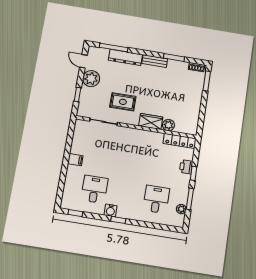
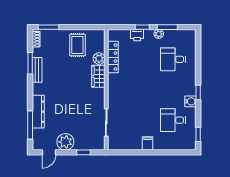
bench: (155, 61) -> (37, 70), moved
rug: (123, 102) -> (77, 45), moved
locker: (180, 141) -> (113, 57), moved
plant: (181, 209) -> (159, 34), moved

